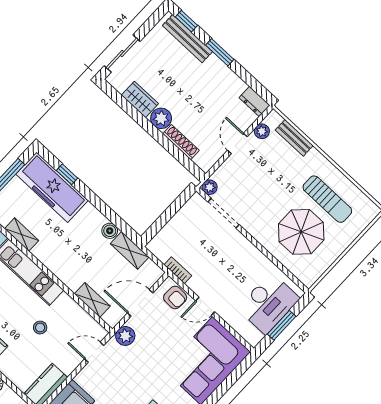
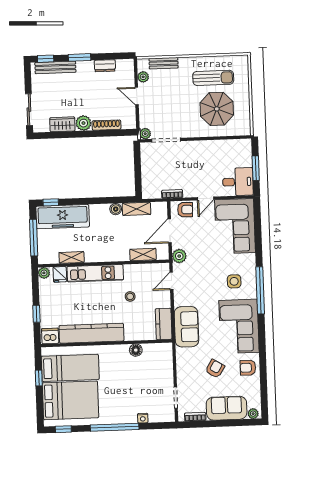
dresser: (254, 101) -> (105, 66), moved
window: (67, 174) -> (51, 202), moved
desk: (268, 303) -> (238, 182), moved, width x0.73

